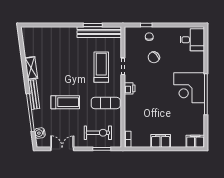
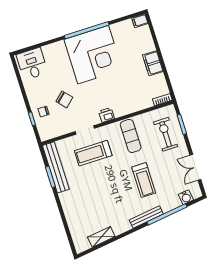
shelving: (31, 68) -> (101, 237), moved
corner desk: (189, 88) -> (93, 55), width x1.36, depth x1.36
treadmill: (65, 102) -> (144, 180), turned 180
filing cabinet: (195, 141) -> (140, 21), width x0.50

